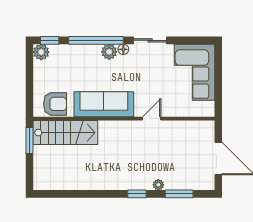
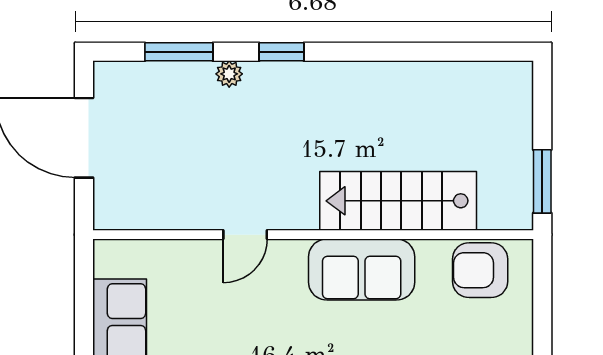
sofa: (104, 104) -> (362, 270), width x0.73
stairs: (65, 133) -> (398, 201), moved

